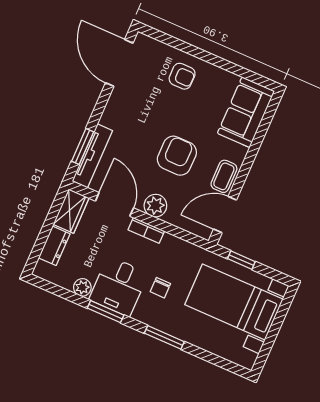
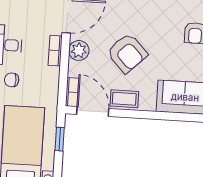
armchair: (177, 156) -> (127, 53), turned 46
bookcase: (197, 229) -> (72, 92), added

